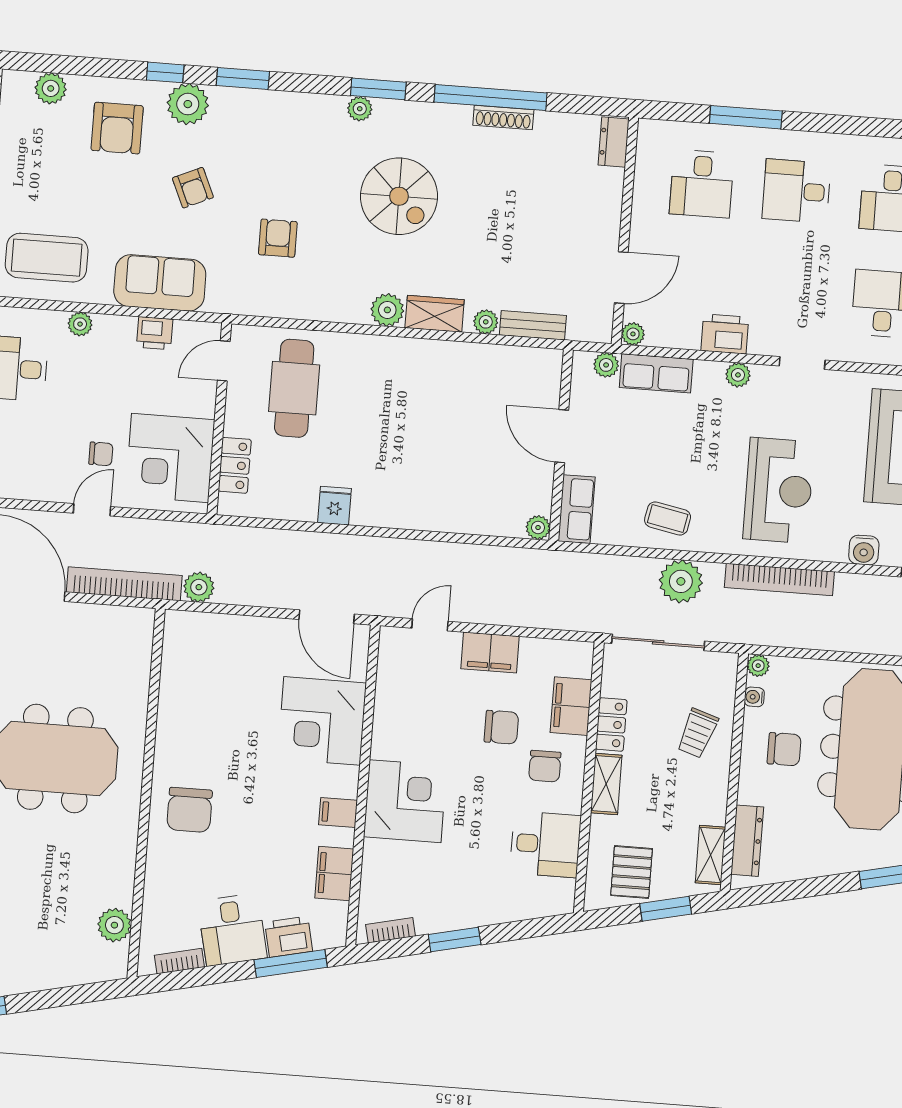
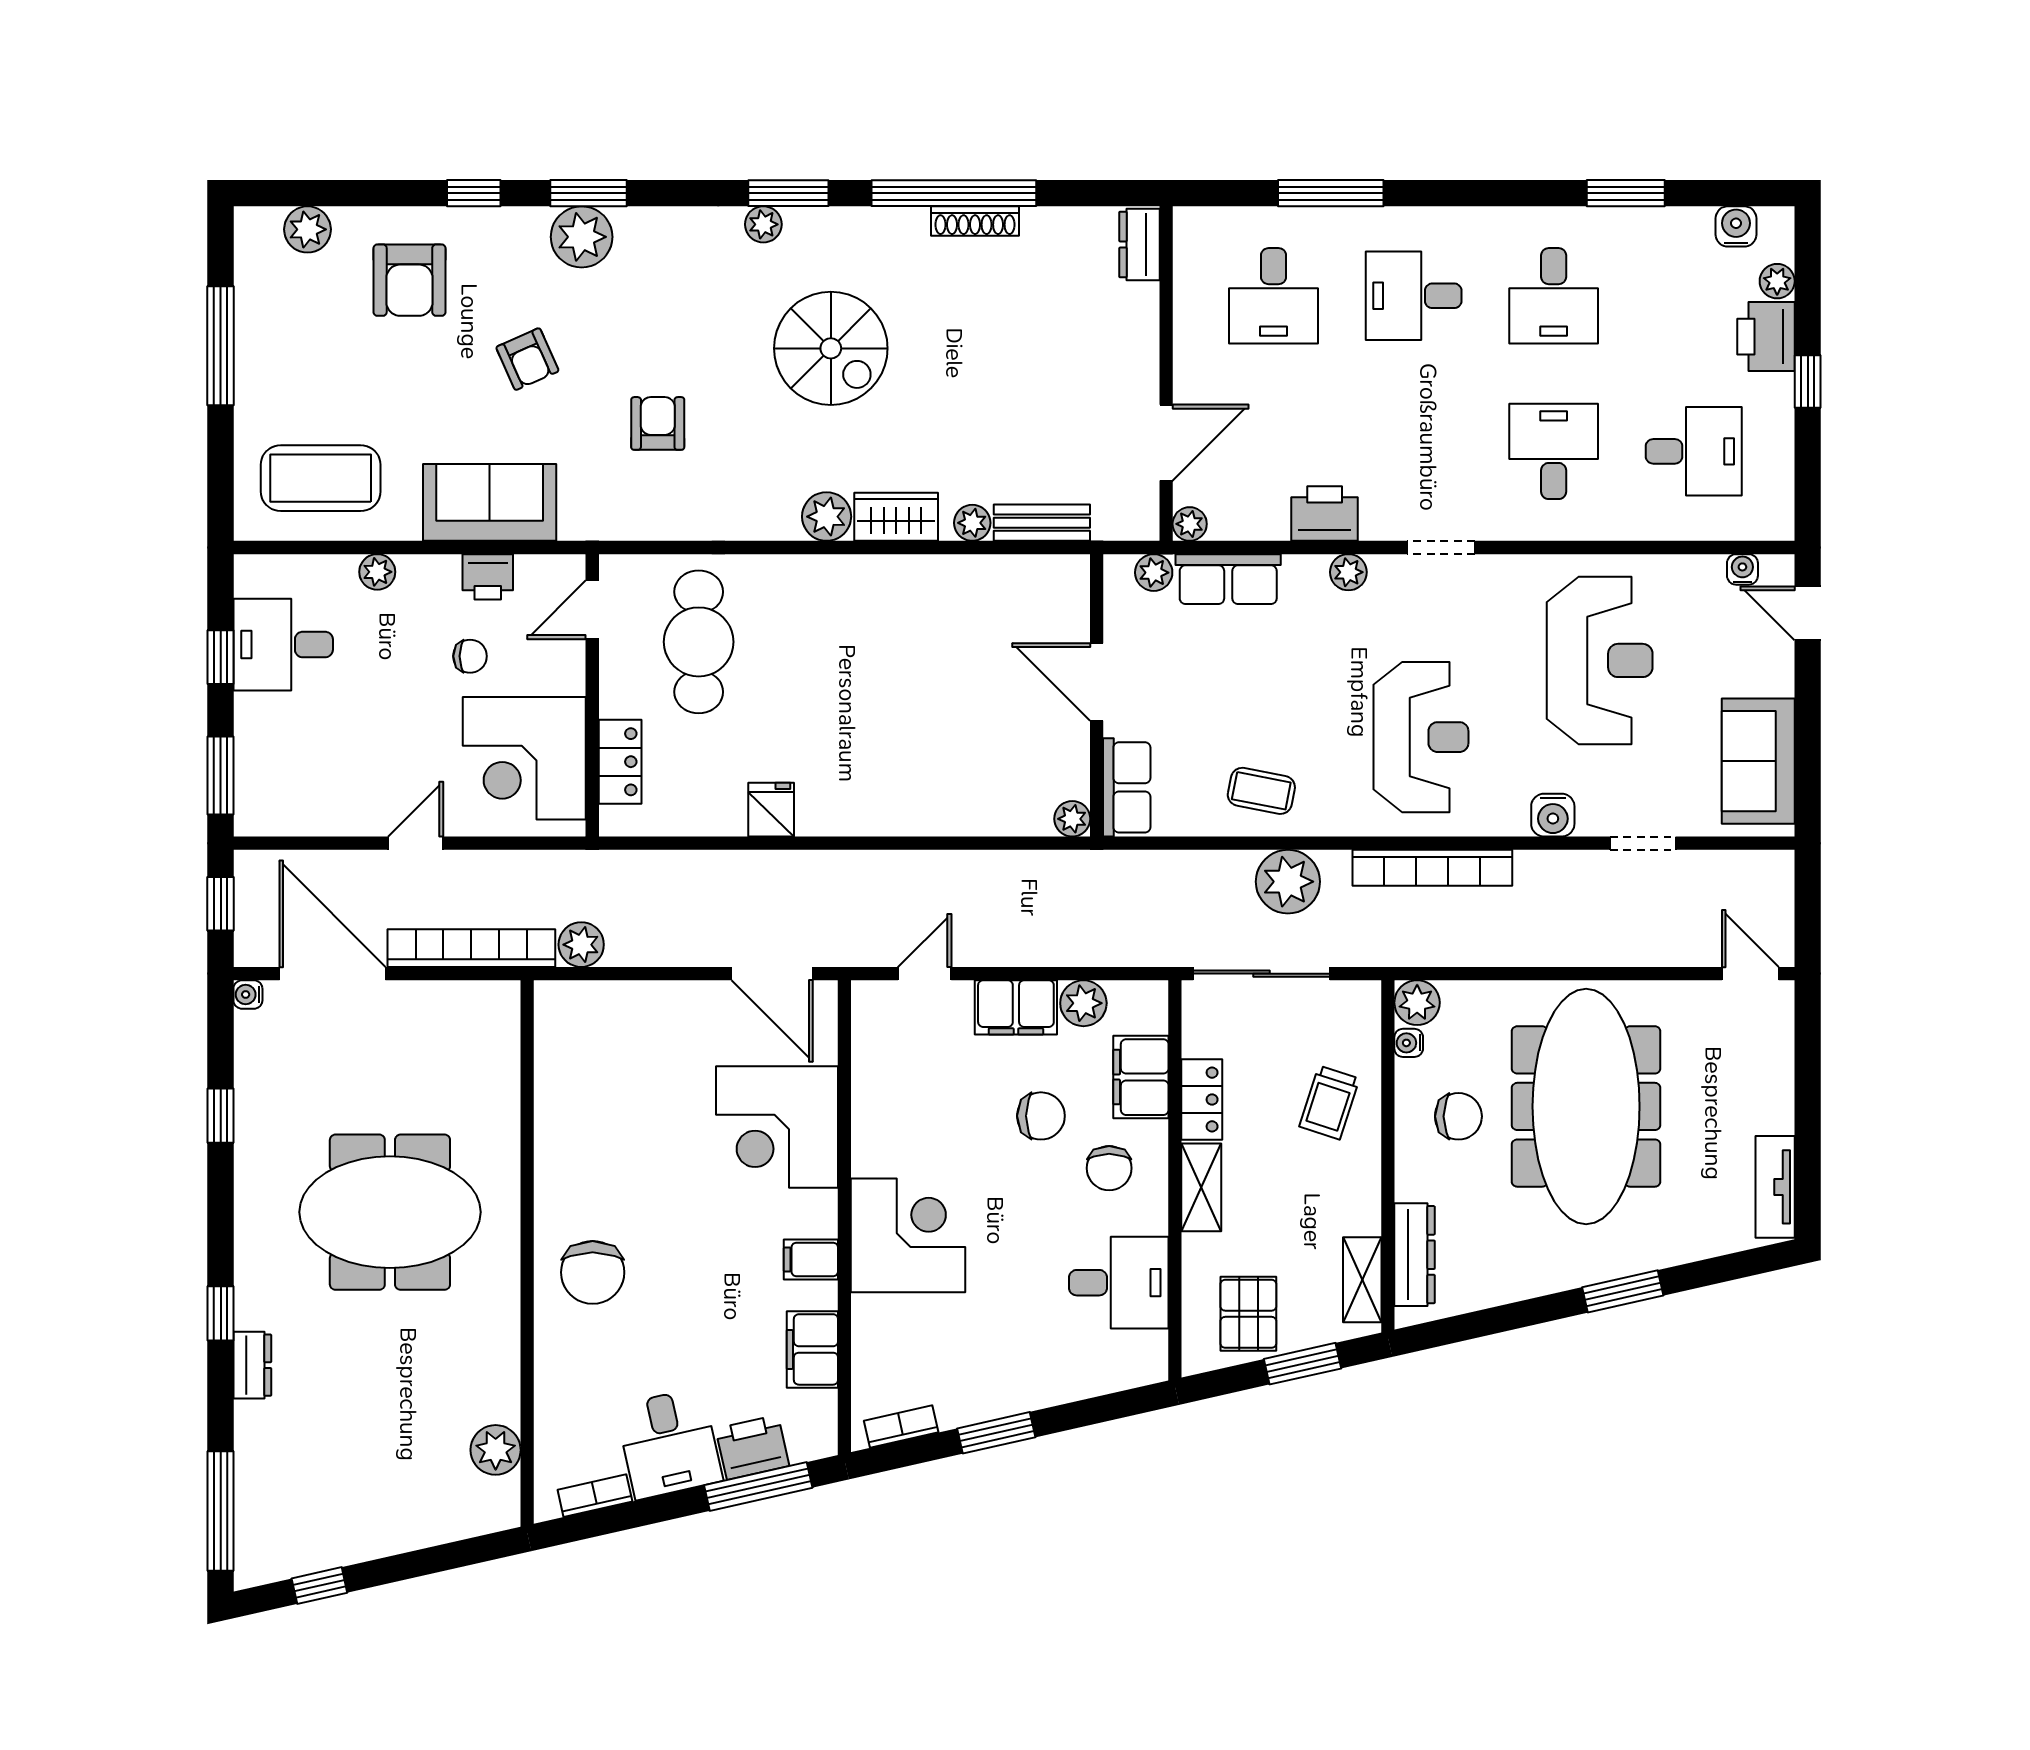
plant: (188, 104) -> (582, 237), moved
chair: (101, 454) -> (470, 656), moved
plant: (536, 653) -> (1083, 1003), added
plant: (758, 666) -> (1417, 1003), width x1.38, depth x1.38

